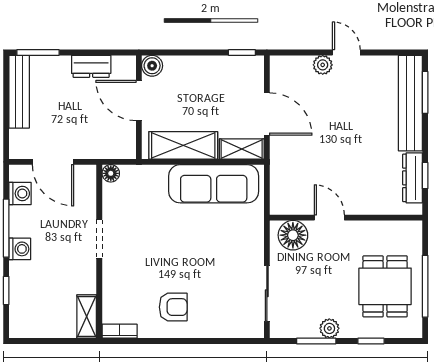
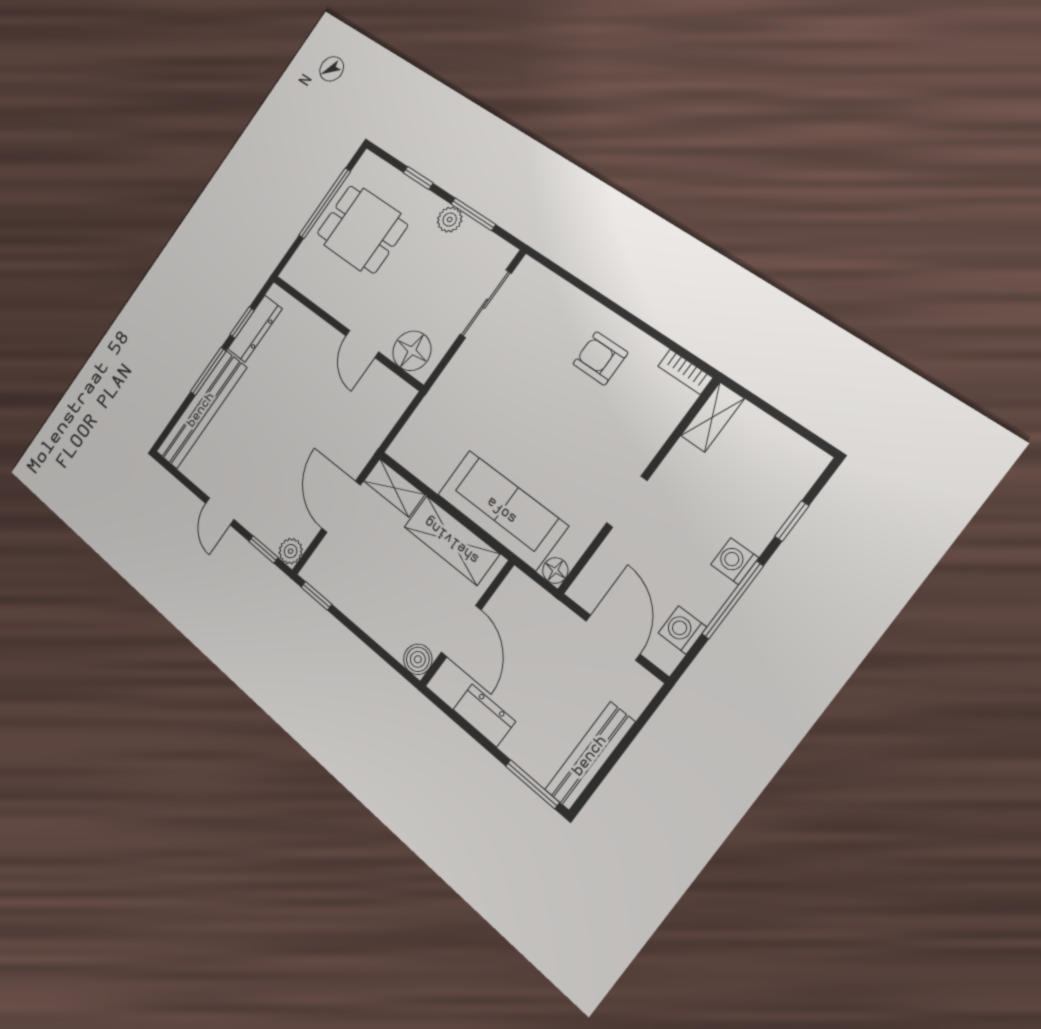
window: (298, 52) -> (263, 549), added
plant: (323, 65) -> (291, 551), moved
window: (425, 92) -> (208, 371), moved
sofa: (214, 184) -> (502, 510), moved
dining table: (385, 286) -> (362, 229), turned 90

